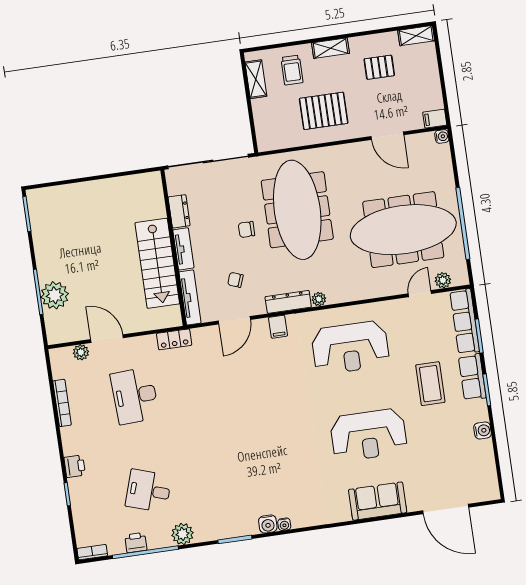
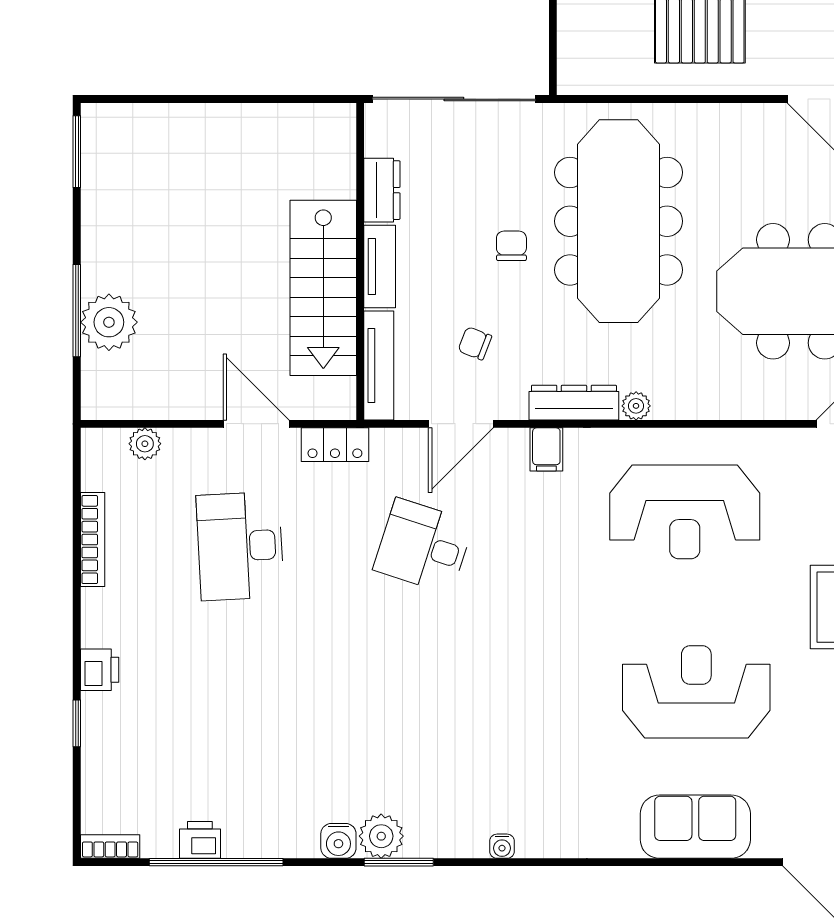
chair: (247, 229) -> (511, 246), turned 90
door: (107, 339) -> (256, 424), moved
reception desk: (369, 435) -> (696, 692), turned 180
desk: (148, 491) -> (423, 546), moved
water cooler: (268, 524) -> (338, 841), moved
plant: (182, 534) -> (381, 836), moved

